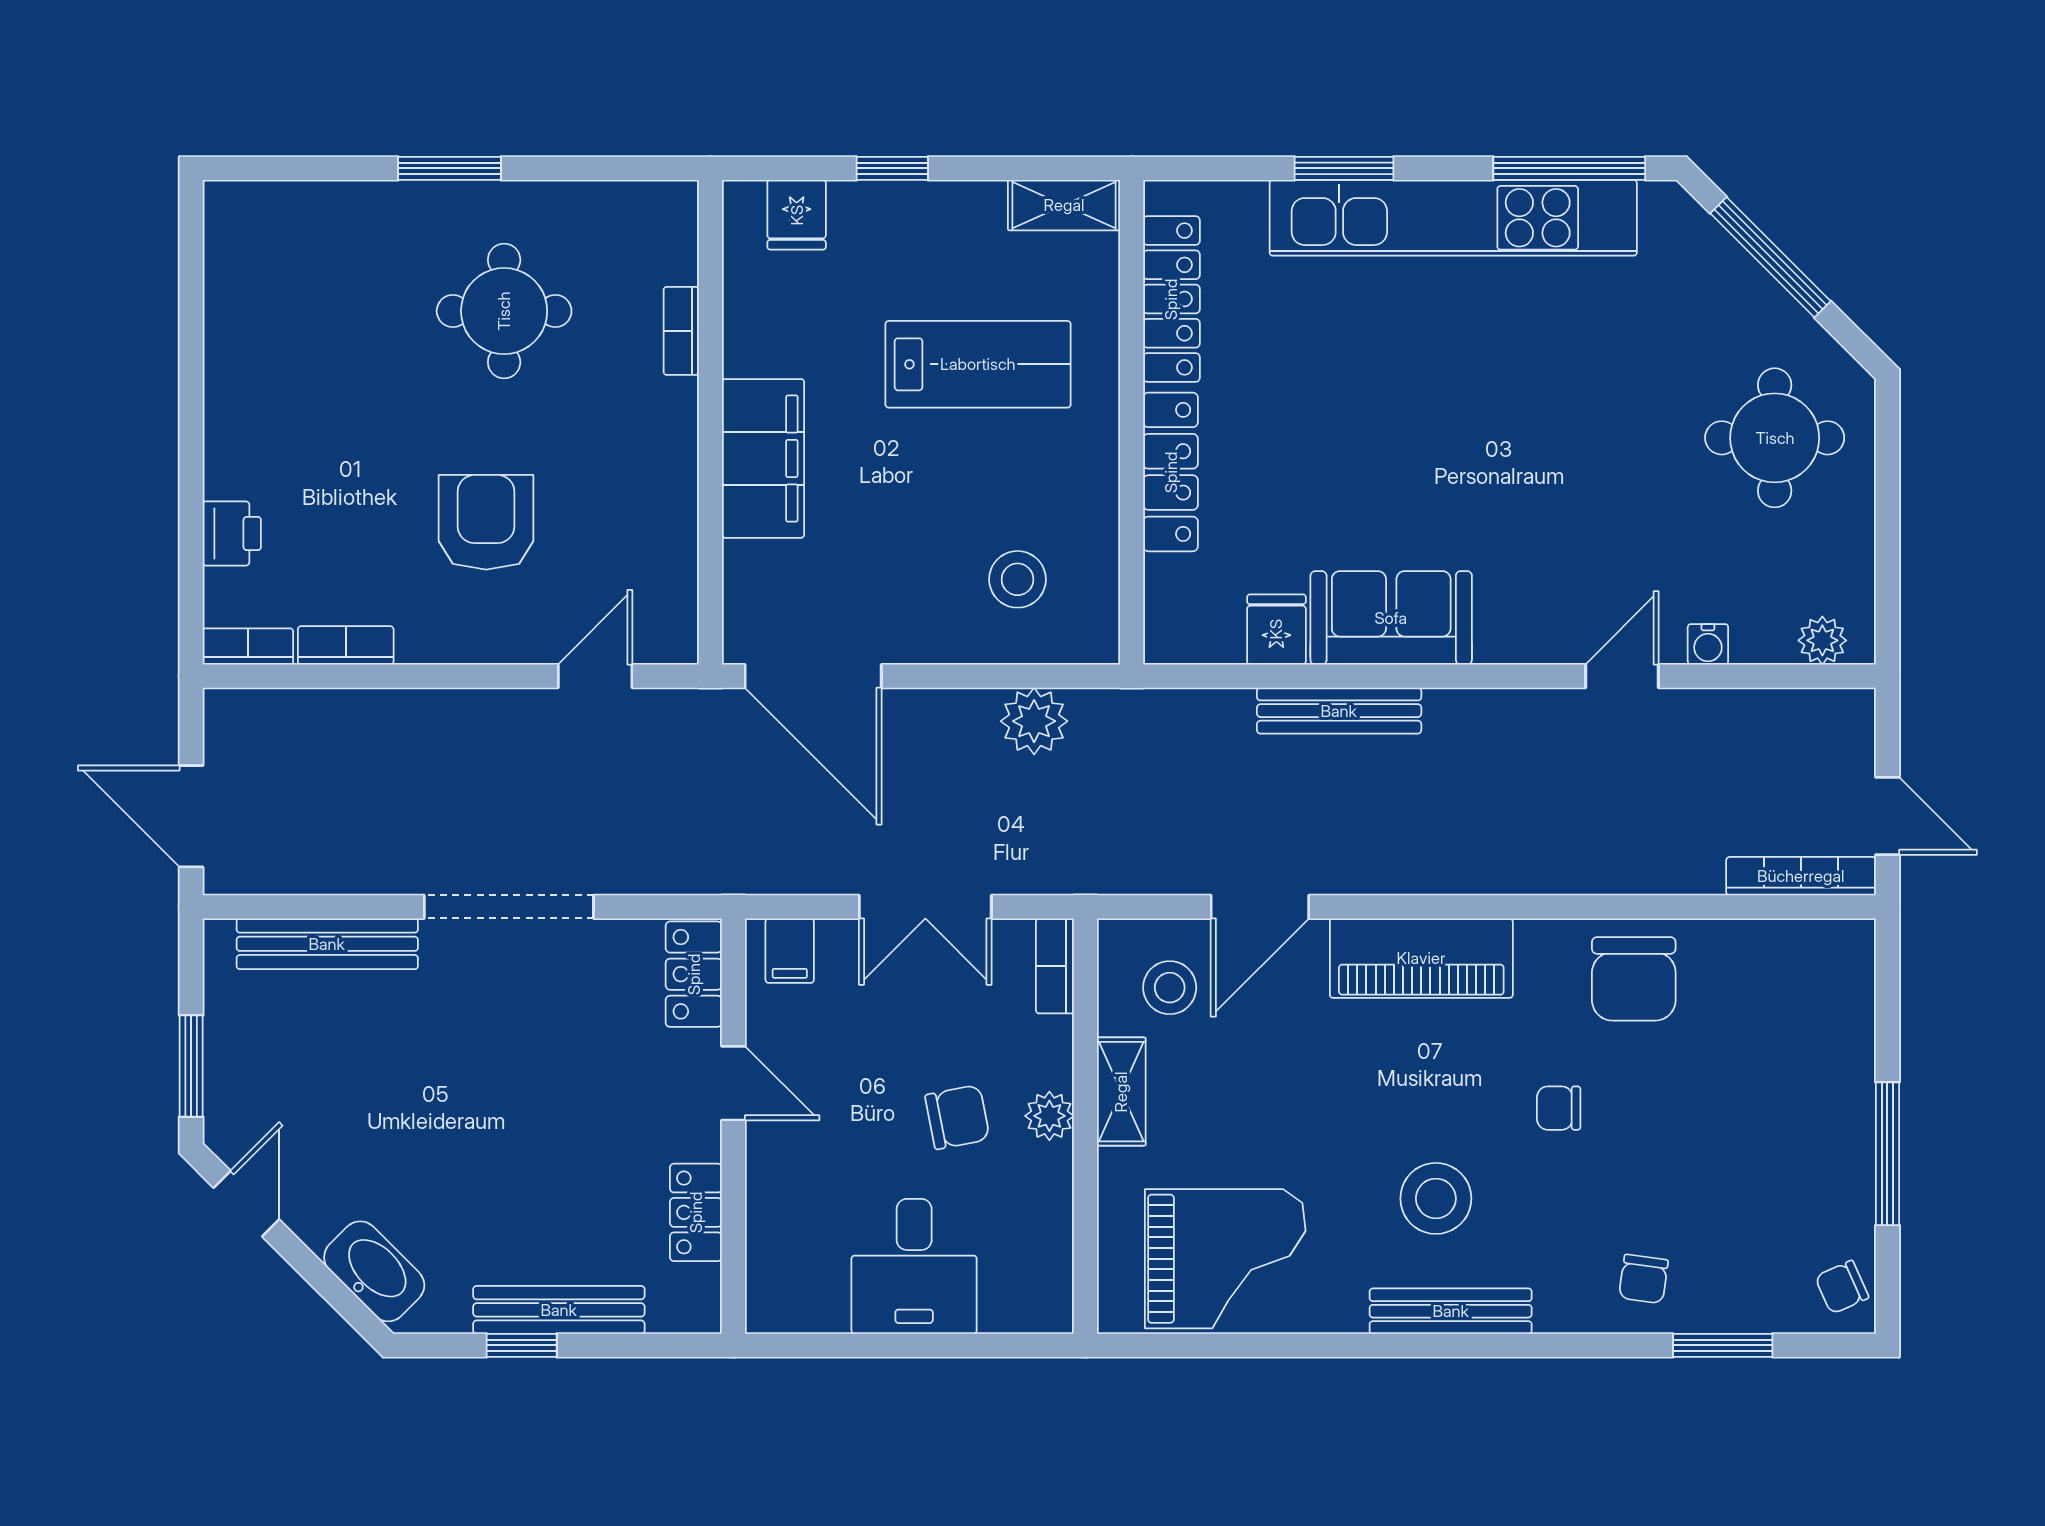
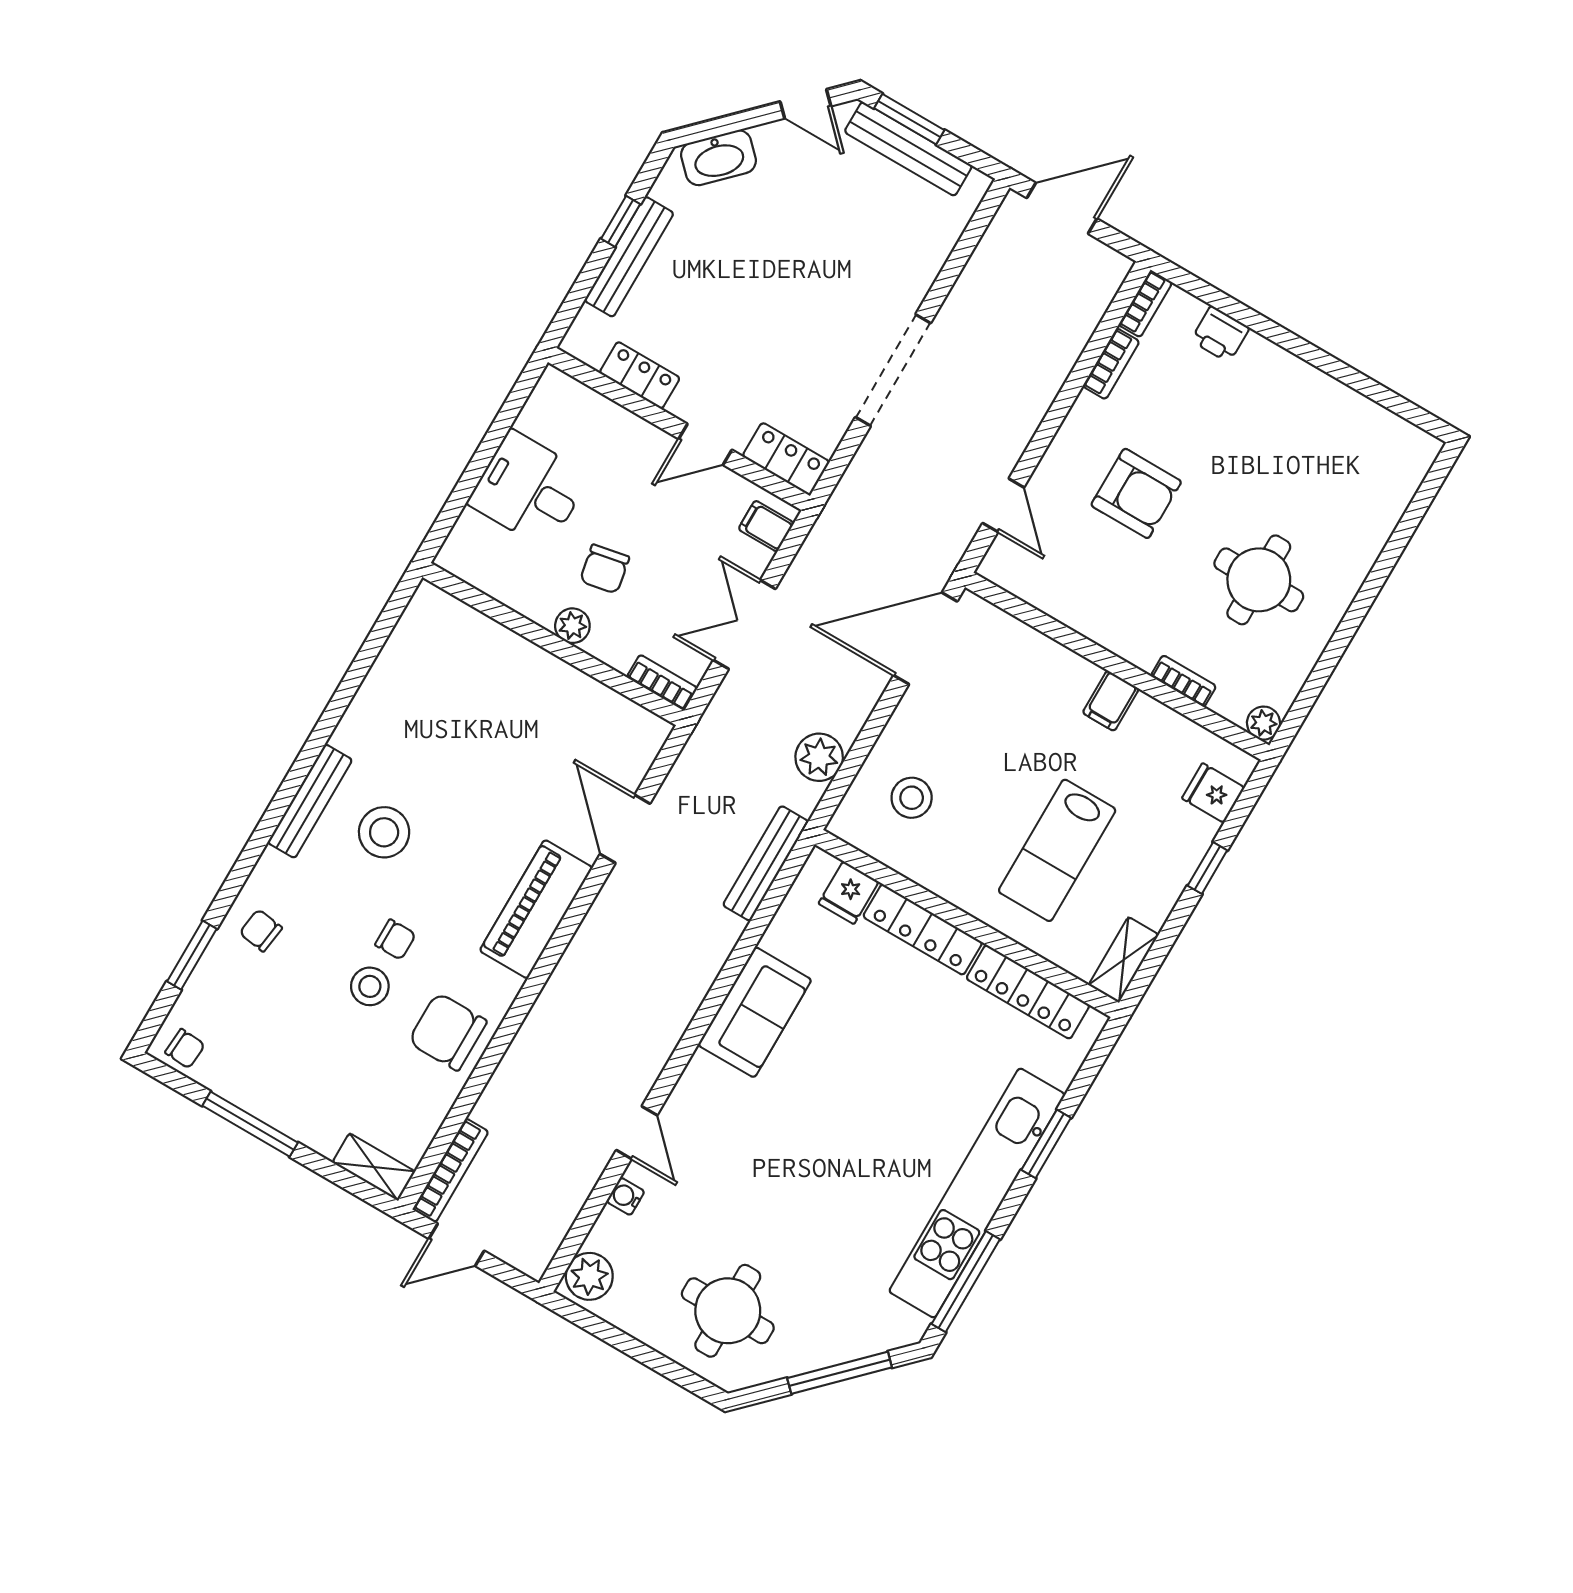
window: (449, 168) -> (1366, 597), removed
plant: (675, 203) -> (1264, 723), added
filing cabinet: (763, 458) -> (1111, 701), width x0.33, depth x0.86
fridge: (1276, 629) -> (849, 893), moved, turned 90
plant: (1822, 640) -> (589, 1276), width x1.38, depth x1.38
bench: (1339, 711) -> (766, 863), moved
bench: (327, 944) -> (908, 149), moved, turned 90
stool: (1170, 988) -> (370, 986), moved
shelving: (1121, 1092) -> (374, 1167), moved
chair: (1559, 1108) -> (395, 940), turned 90
grand piano: (1225, 1259) -> (422, 682), removed
chair: (1842, 1287) -> (185, 1049), turned 118

